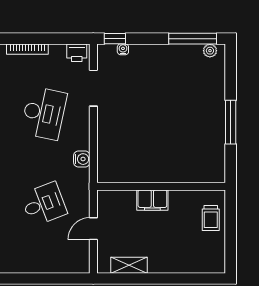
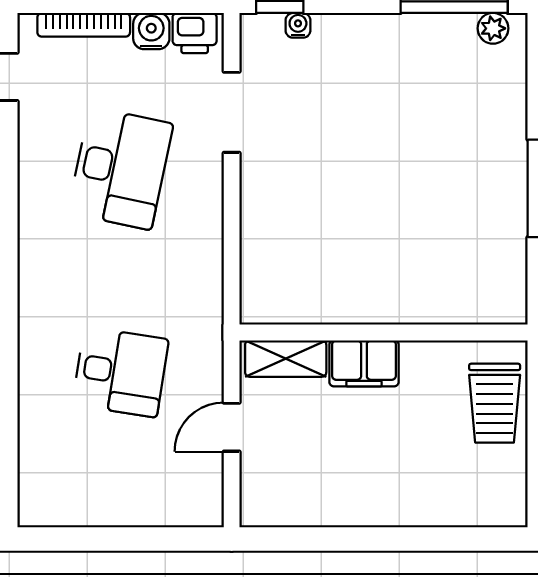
water cooler: (82, 159) -> (151, 31), moved, turned -90
desk: (44, 204) -> (121, 372), turned 30
trolley: (211, 218) -> (495, 403), width x1.36, depth x1.39
shelving: (129, 265) -> (286, 359), moved

